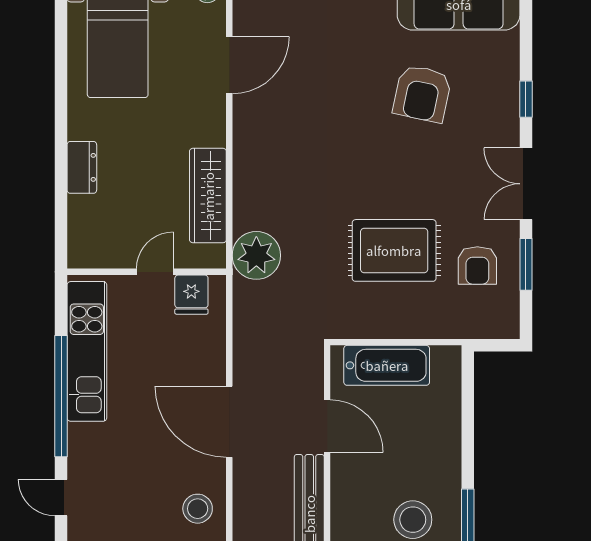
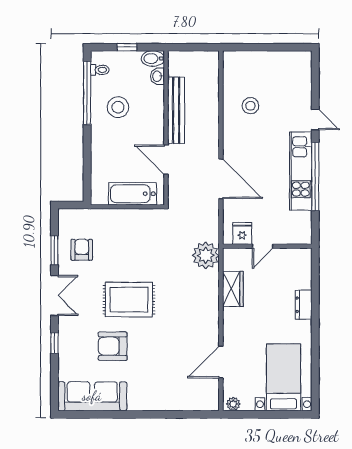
armchair: (422, 94) -> (113, 346), turned -102
wardrobe: (208, 196) -> (233, 289), width x0.67
rug: (394, 250) -> (129, 300), moved
kitchen unit: (87, 351) -> (301, 171), moved
door: (229, 422) -> (221, 179), moved
stool: (198, 509) -> (250, 106), moved

